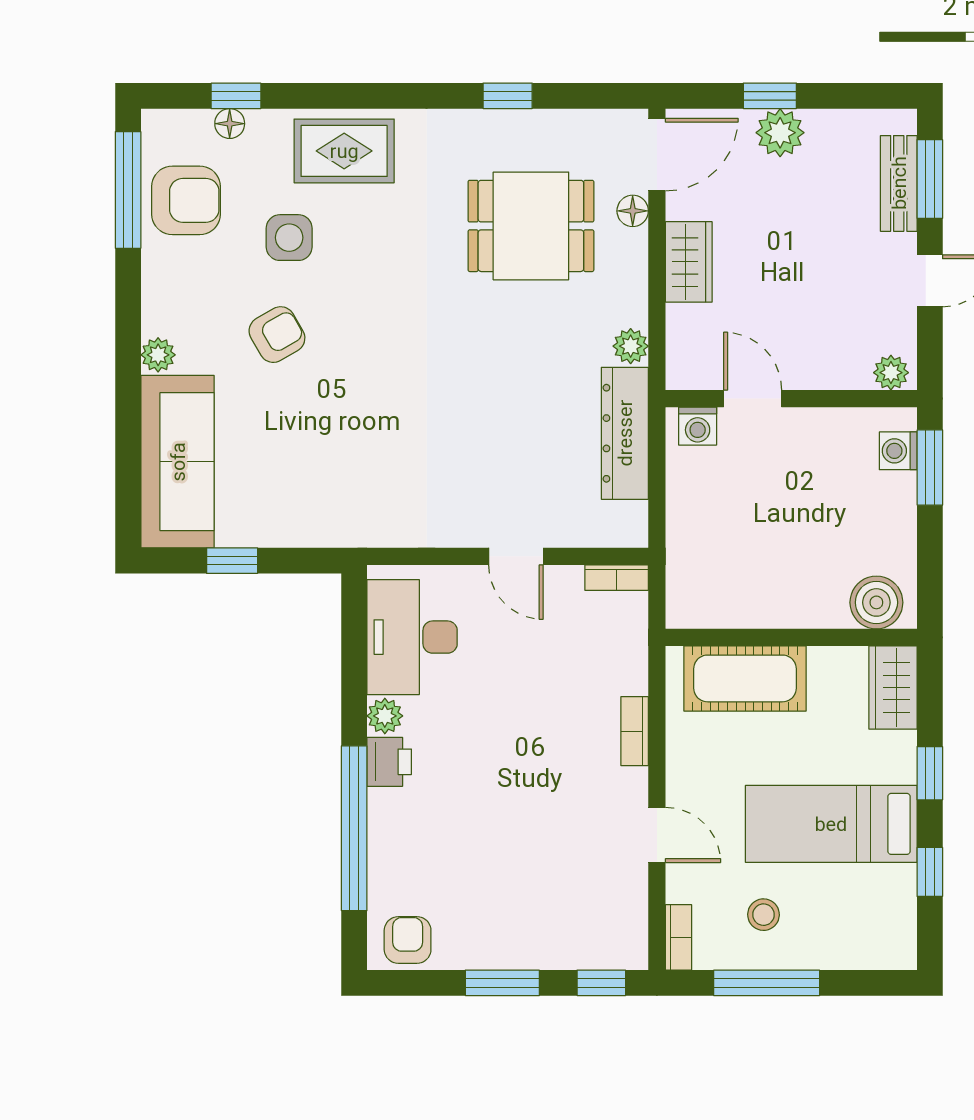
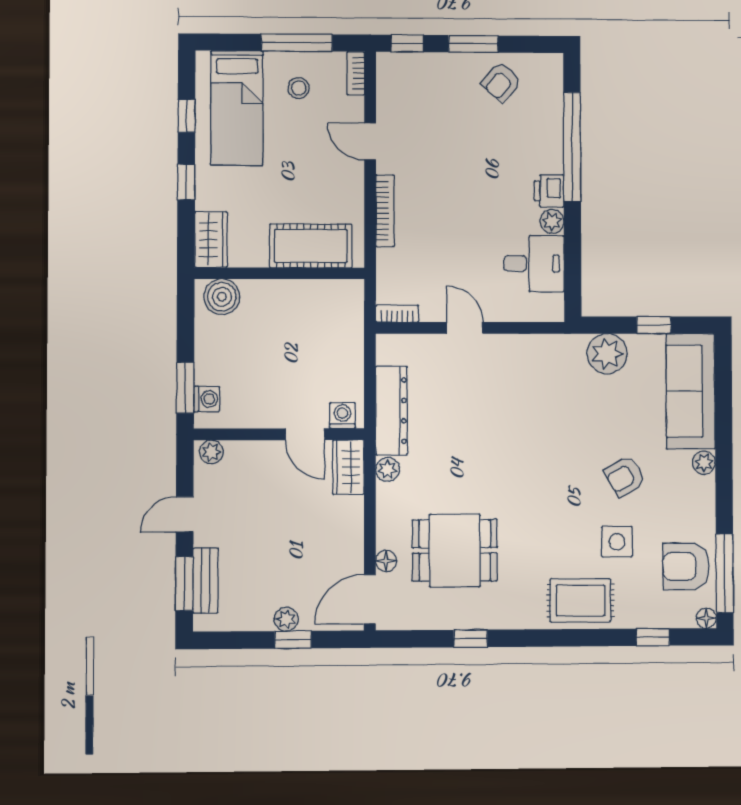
floor lamp: (230, 124) -> (706, 618), moved
plant: (780, 133) -> (286, 619), width x0.73, depth x0.73
wardrobe: (689, 262) -> (348, 467), moved
plant: (303, 518) -> (607, 354), added
desk: (412, 637) -> (534, 264), width x0.73
bookcase: (635, 731) -> (385, 211), width x1.56
bed: (831, 824) -> (237, 108), moved, turned 90
armchair: (408, 940) -> (501, 82), moved, turned 41

